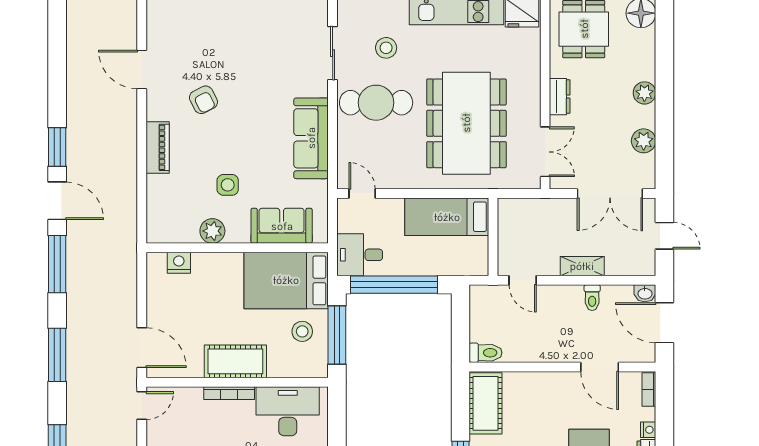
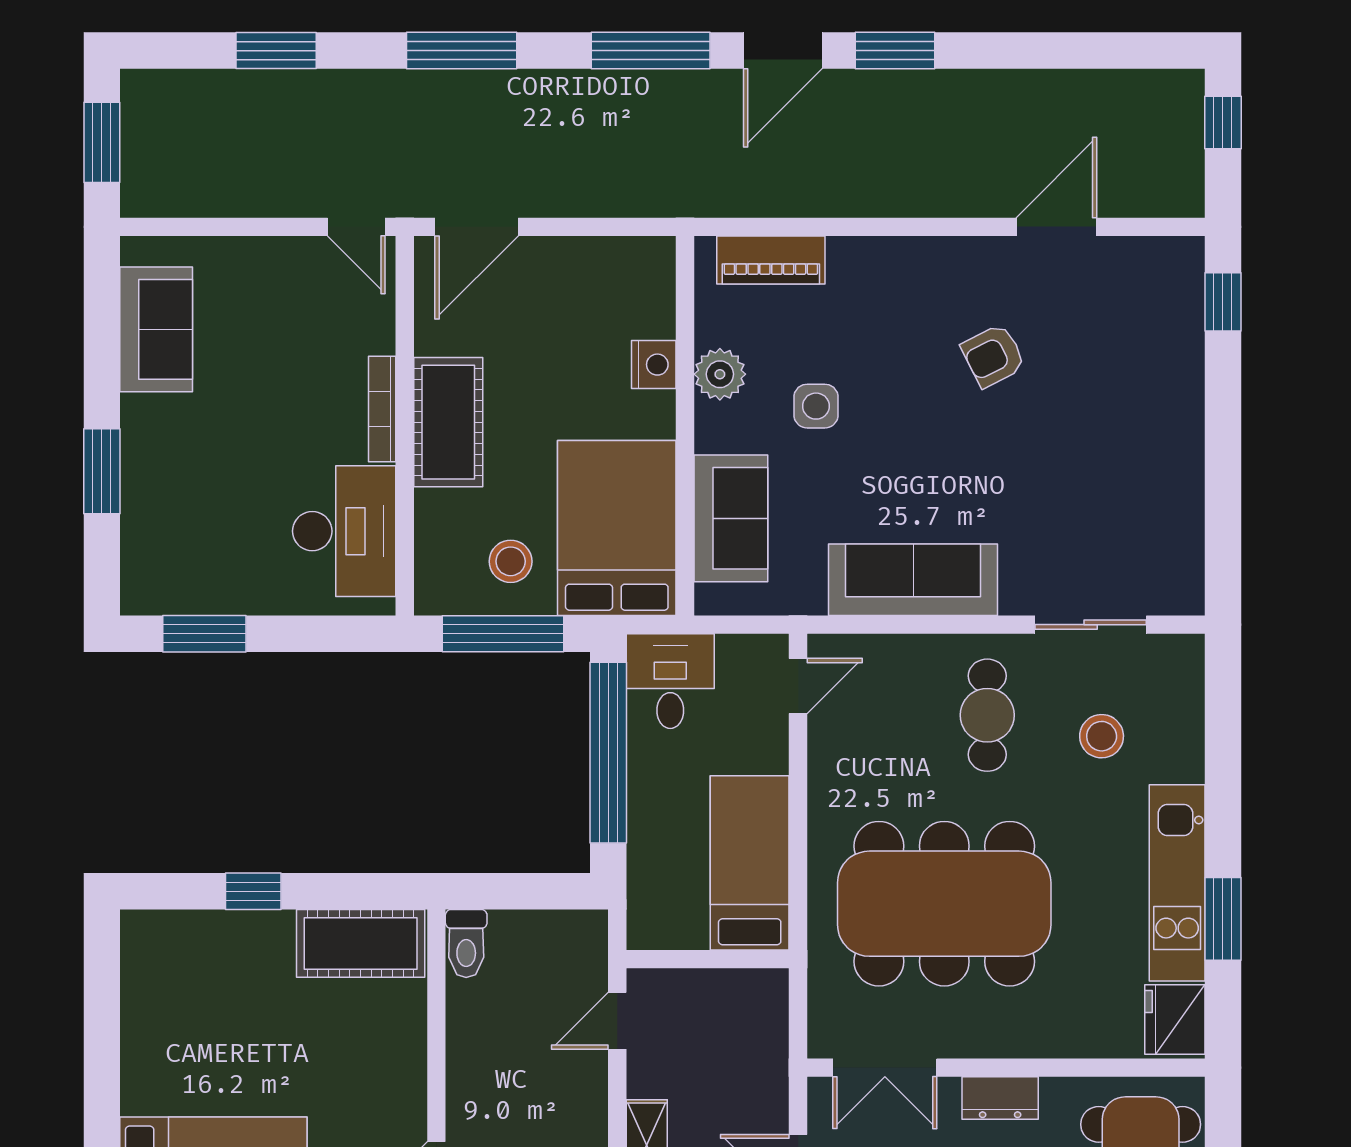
cafe table: (376, 103) -> (987, 715), width x0.73, depth x0.74
piano: (158, 147) -> (771, 260), moved
nightstand: (179, 263) -> (654, 365), moved

